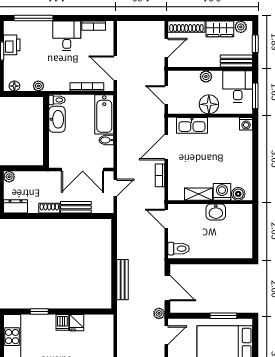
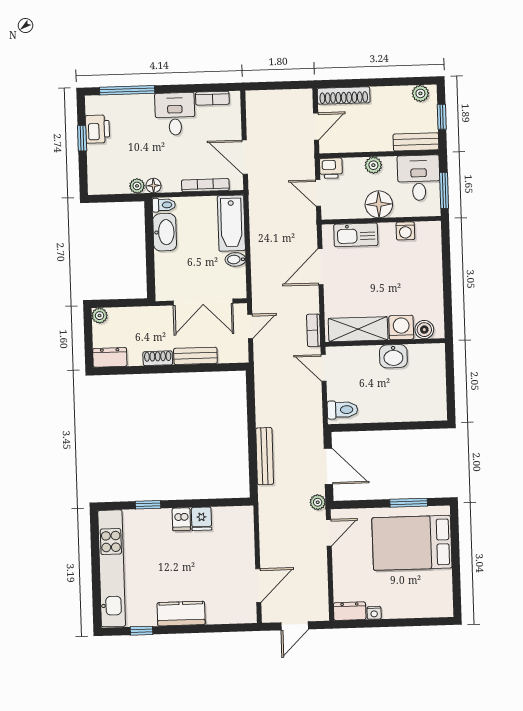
wardrobe: (220, 29) -> (391, 97), removed
printer: (176, 78) -> (331, 168), added
floor lamp: (14, 86) -> (153, 186), moved
washing machine: (246, 124) -> (405, 231), moved
bookcase: (160, 175) -> (314, 330), moved
shelving: (198, 194) -> (358, 329), width x1.50, depth x1.33

